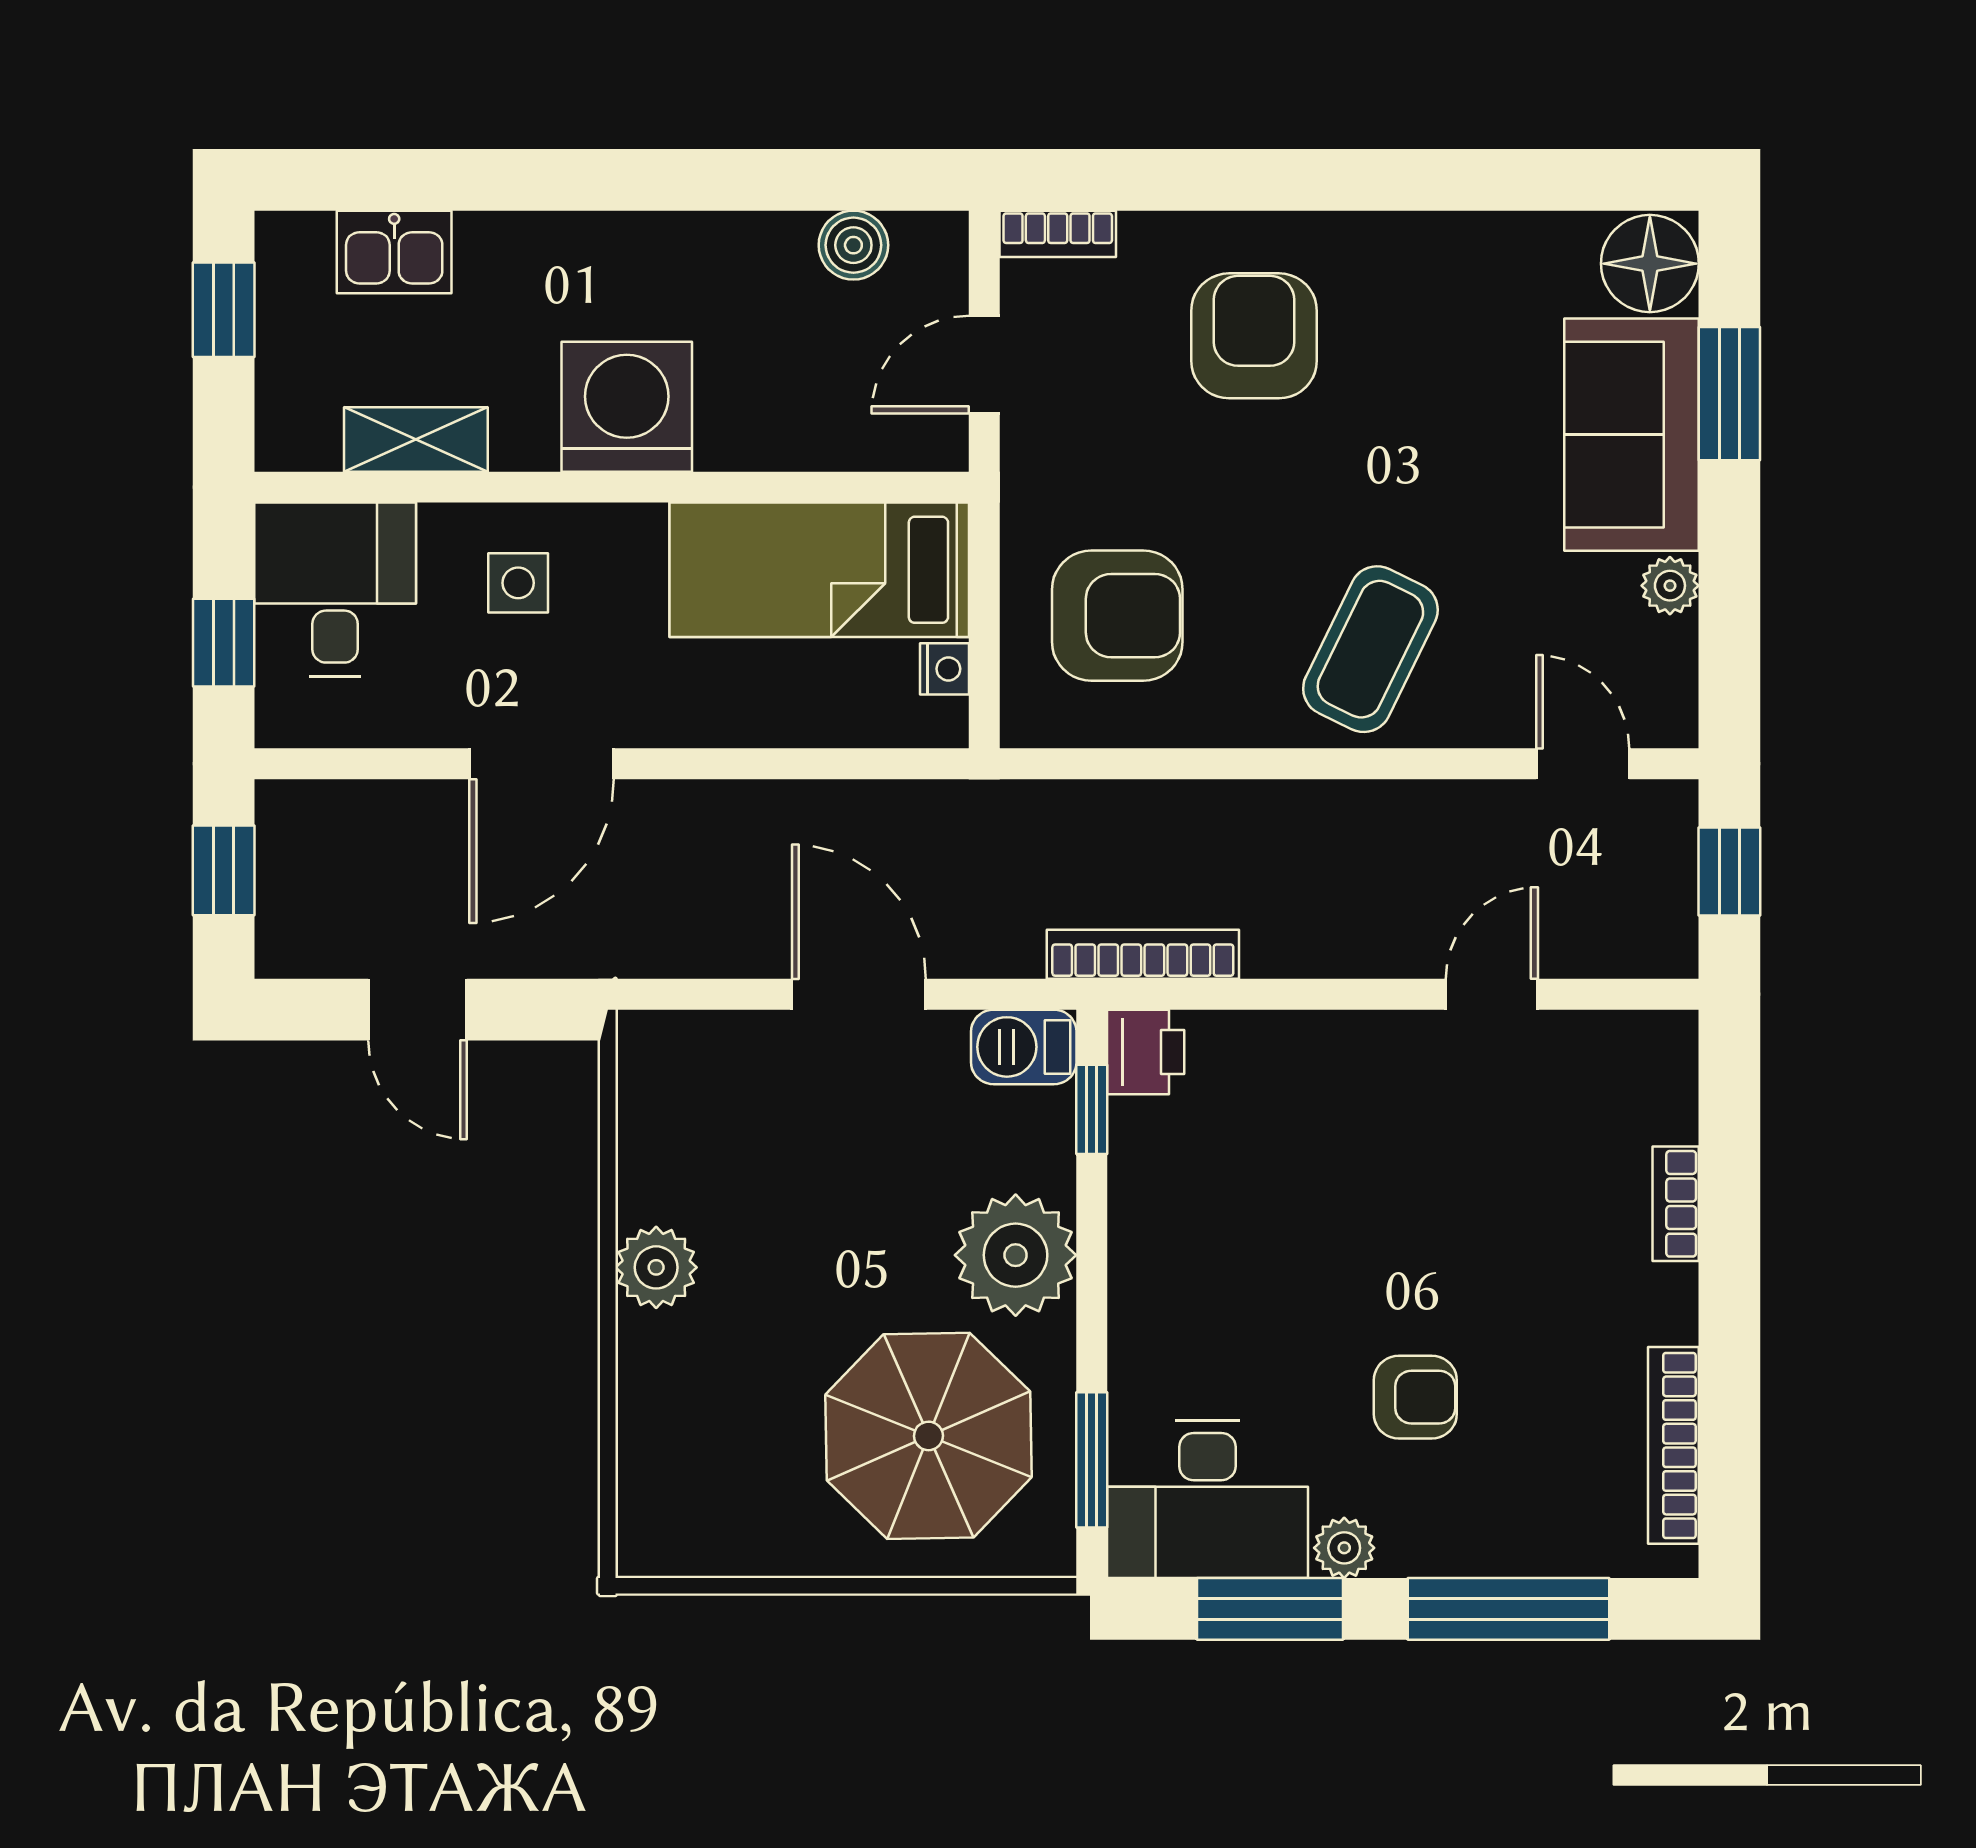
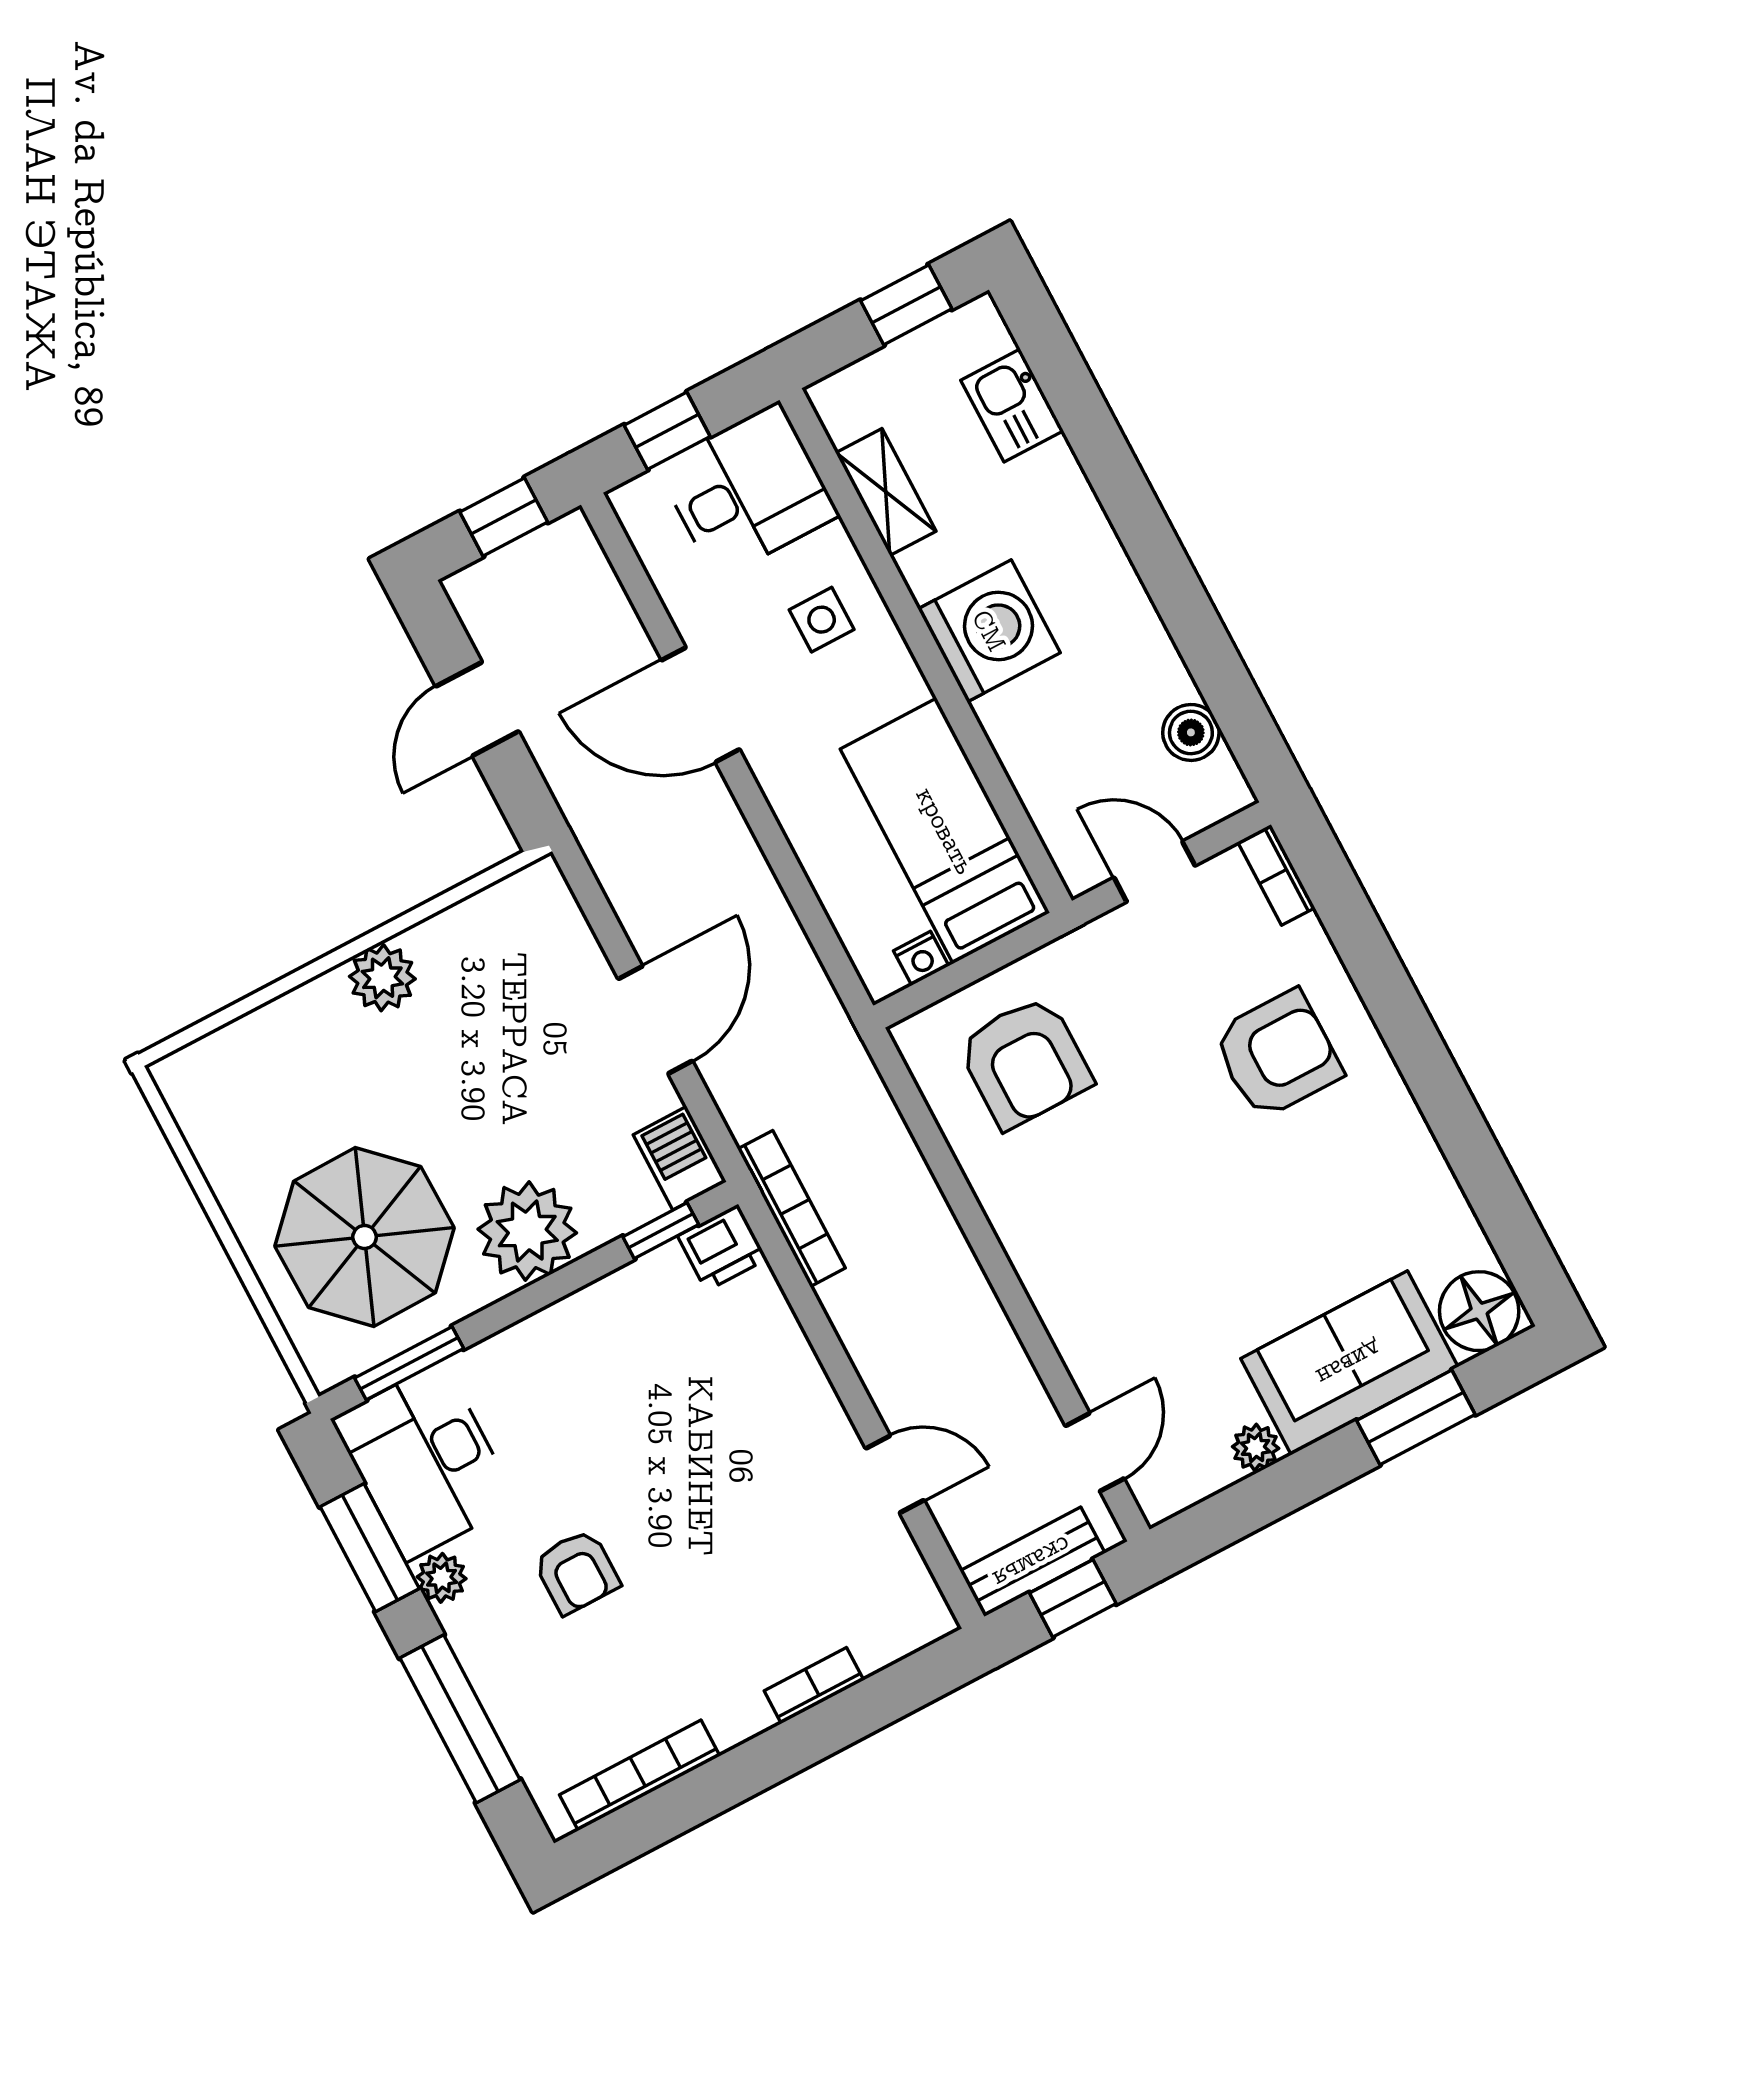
coffee table: (1370, 649) -> (1097, 1256), removed
bench: (1667, 895) -> (1032, 1562), added

